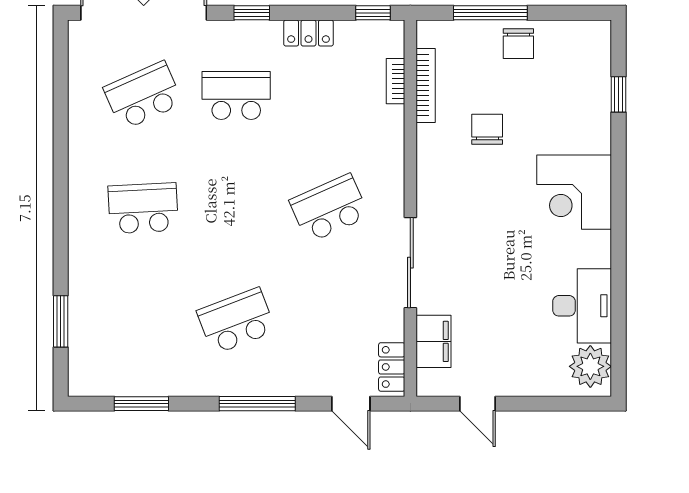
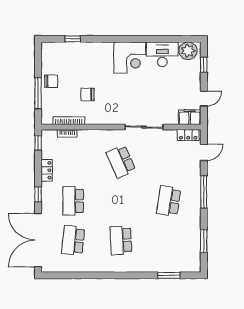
school desk: (143, 95) -> (73, 240), turned 30
corner desk: (574, 192) -> (130, 58), moved
school desk: (236, 321) -> (169, 201), turned 30
filing cabinet: (434, 341) -> (190, 117), moved
window: (558, 404) -> (204, 65), added

